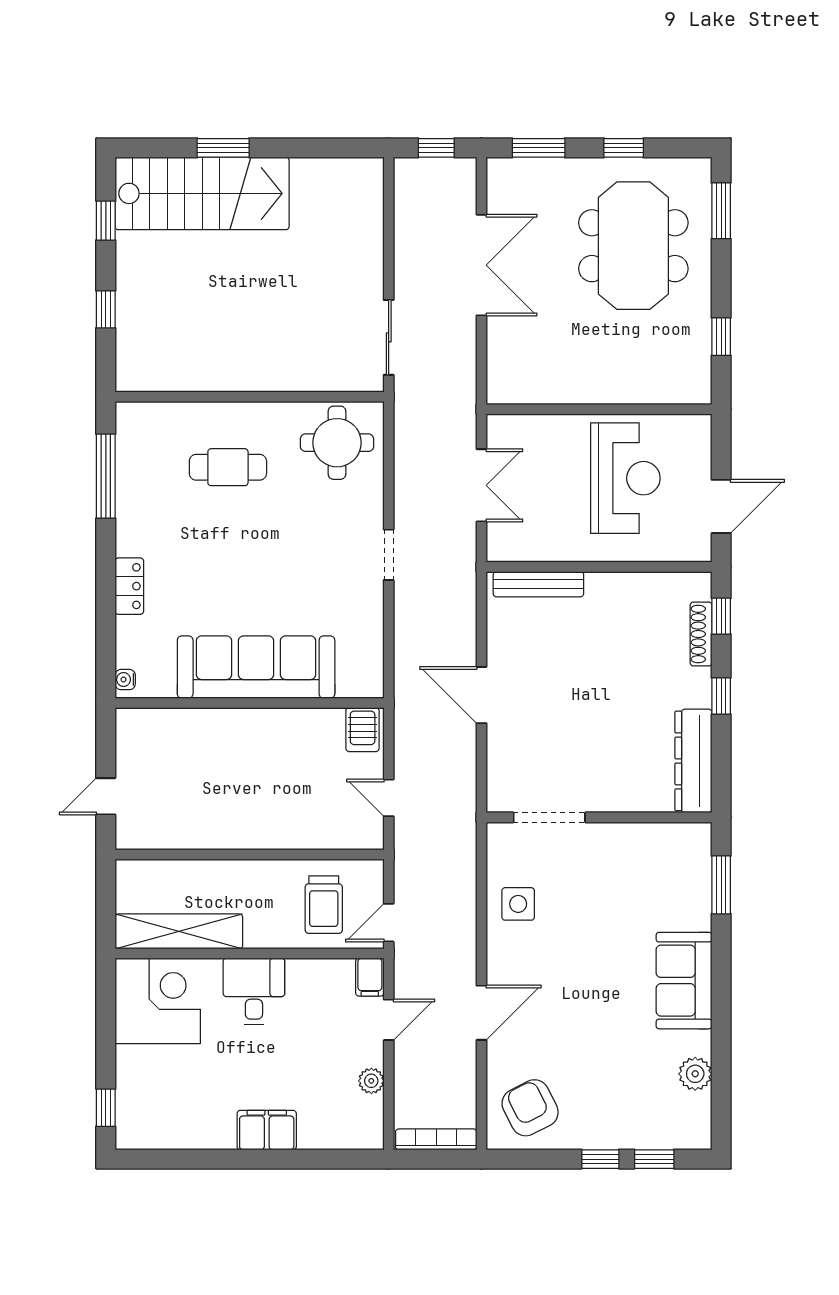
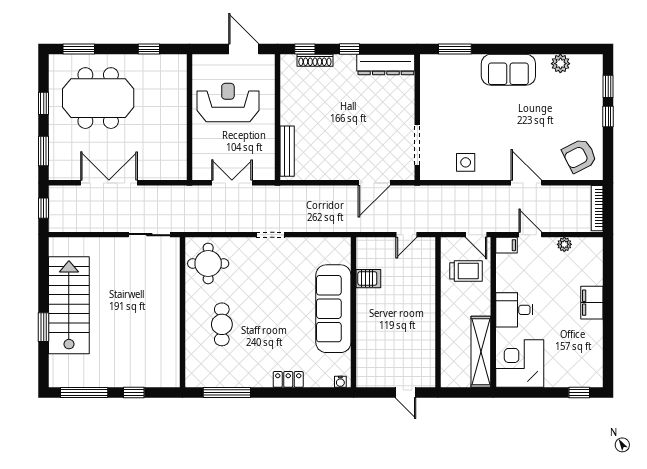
stairs: (202, 193) -> (69, 305), moved
window: (106, 221) -> (84, 393), width x2.17
door: (481, 695) -> (374, 183), moved
server rack: (363, 730) -> (368, 279), moved

